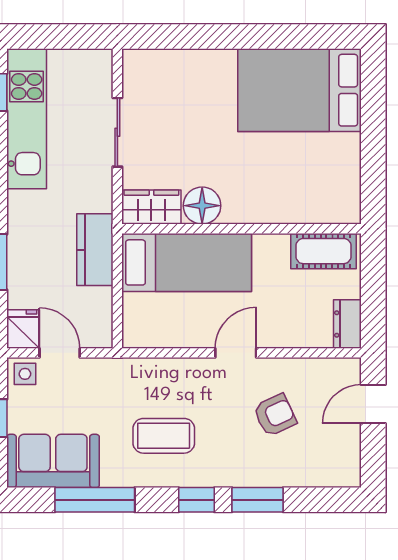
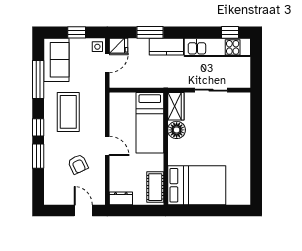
bed: (300, 90) -> (197, 185), moved, turned 90
kitchen counter: (95, 250) -> (166, 47), moved, turned 180
coffee table: (164, 436) -> (68, 112), width x1.36, depth x1.32

